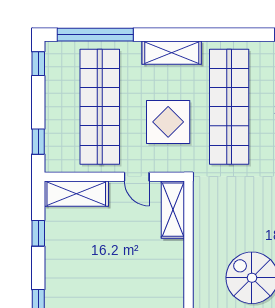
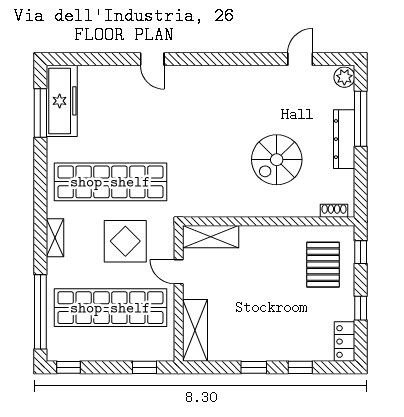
shelving: (172, 53) -> (55, 238), width x0.67, depth x0.75
door: (137, 177) -> (179, 272), swing flipped
window: (38, 233) -> (254, 367), moved

